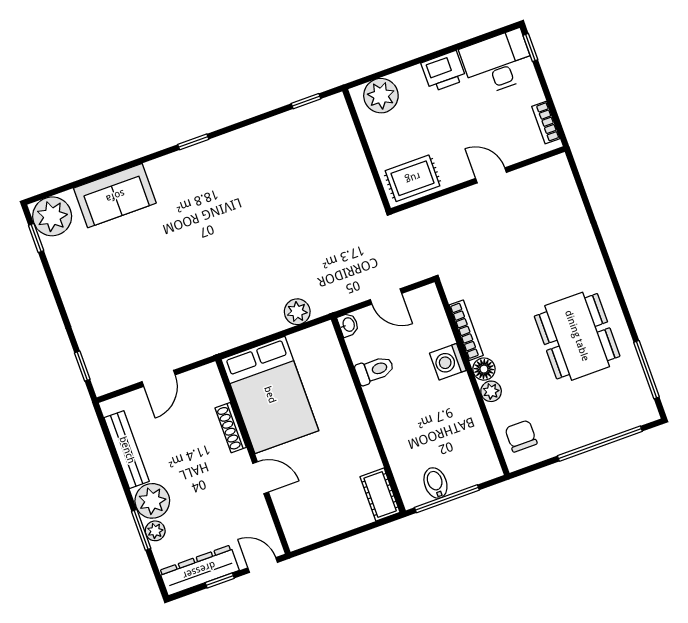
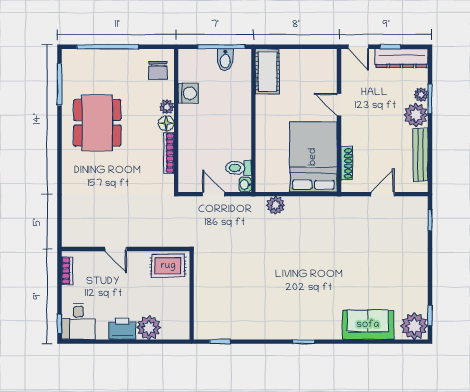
desk: (498, 63) -> (78, 321), width x0.73
plant: (381, 96) -> (149, 328), moved
washing machine: (448, 362) -> (188, 93), moved
toilet: (375, 370) -> (238, 168), moved
shoe rack: (231, 428) -> (347, 163), moved
cot: (380, 494) -> (267, 71), width x1.37, depth x1.34

